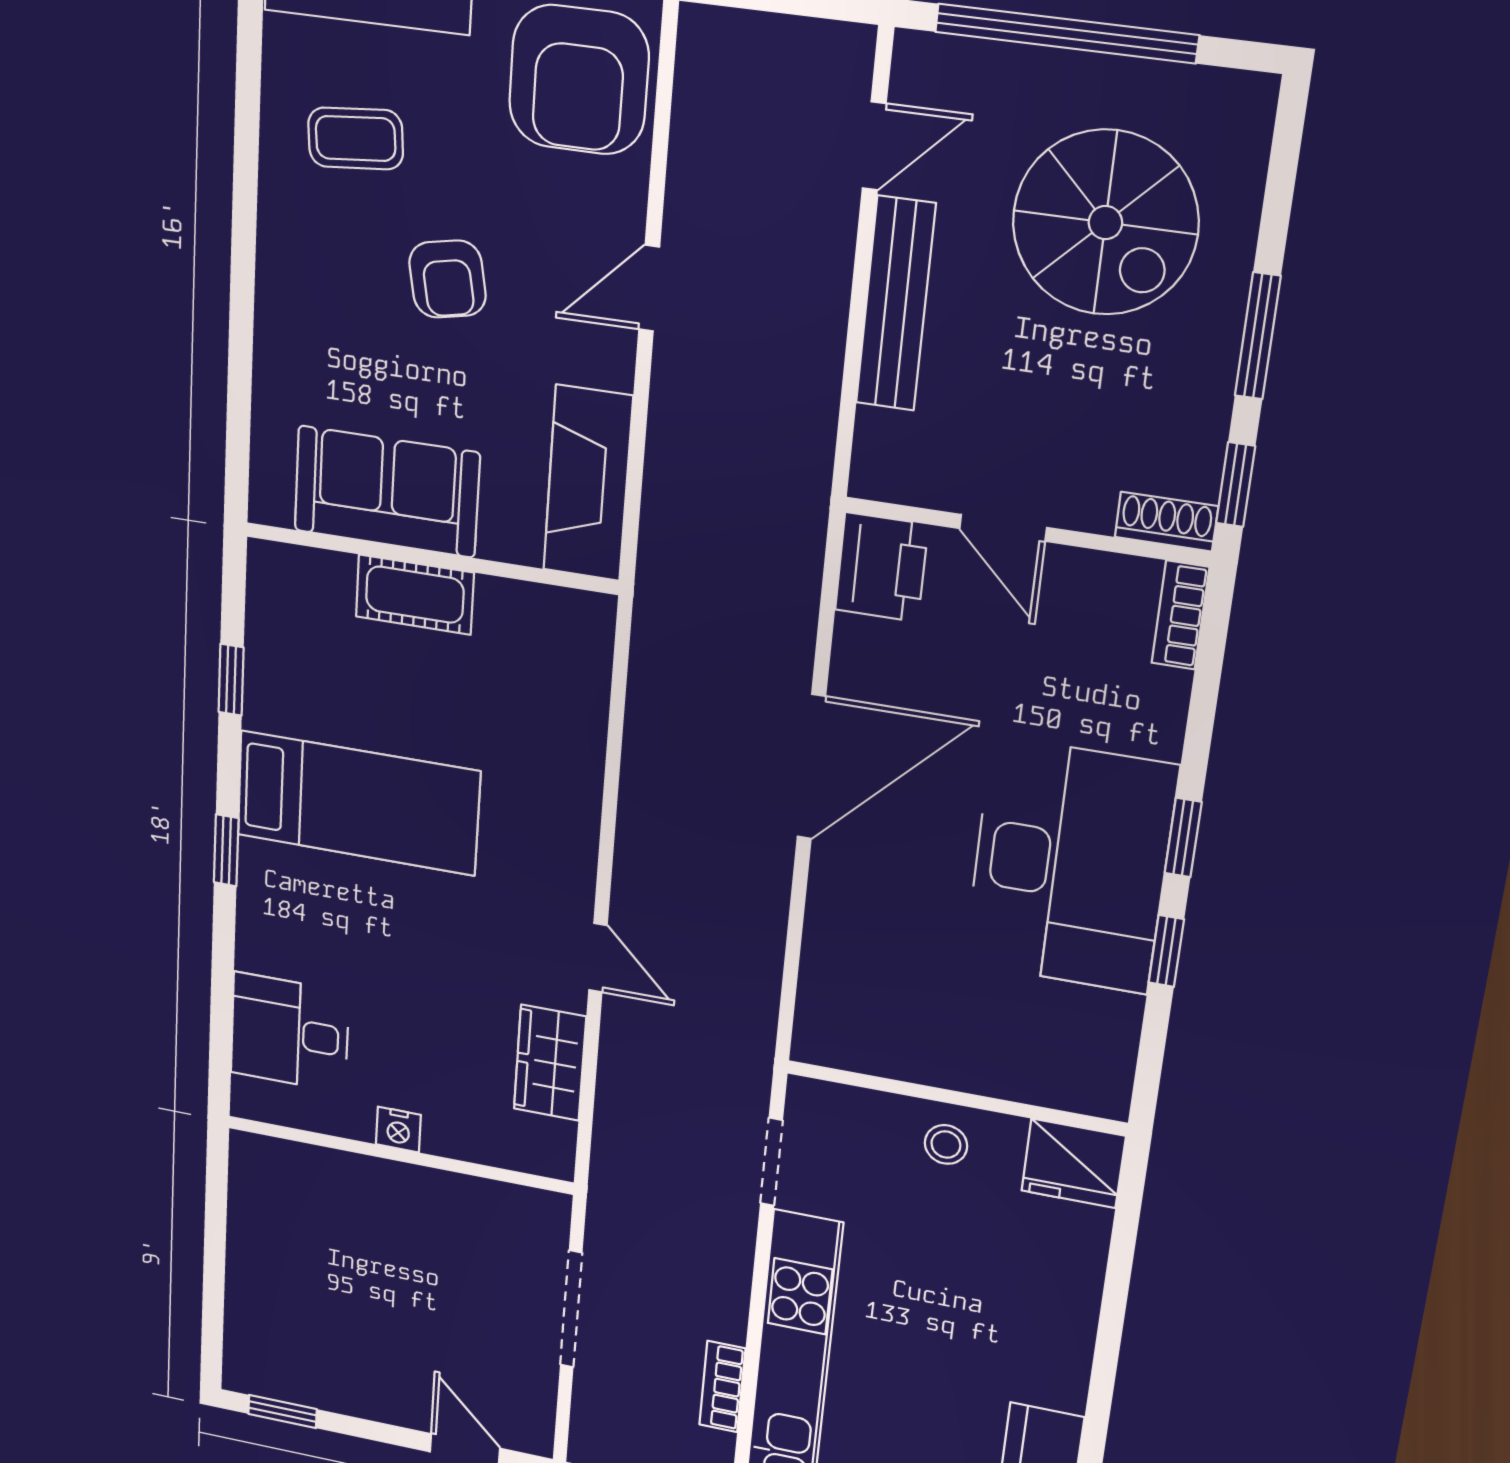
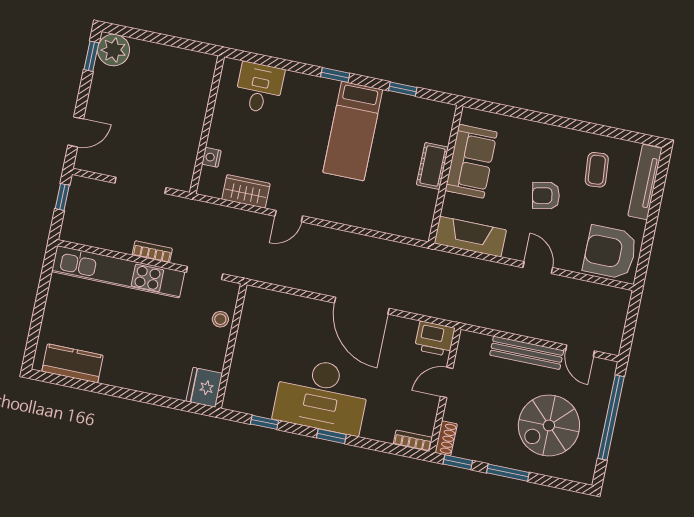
window: (1166, 951) -> (264, 422), moved
nightstand: (398, 1130) -> (211, 157), moved
stool: (946, 1145) -> (220, 319), moved
plant: (259, 1363) -> (114, 50), added
bookcase: (722, 1387) -> (152, 252), moved

